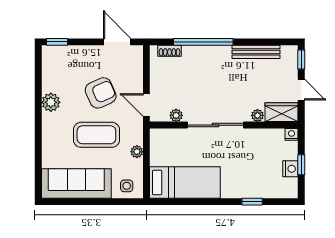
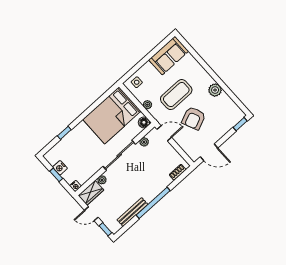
window: (203, 42) -> (153, 203), moved
floor lamp: (158, 136) -> (144, 122), added
bed: (185, 183) -> (112, 115), width x1.50
sofa: (76, 184) -> (169, 56), width x0.73

